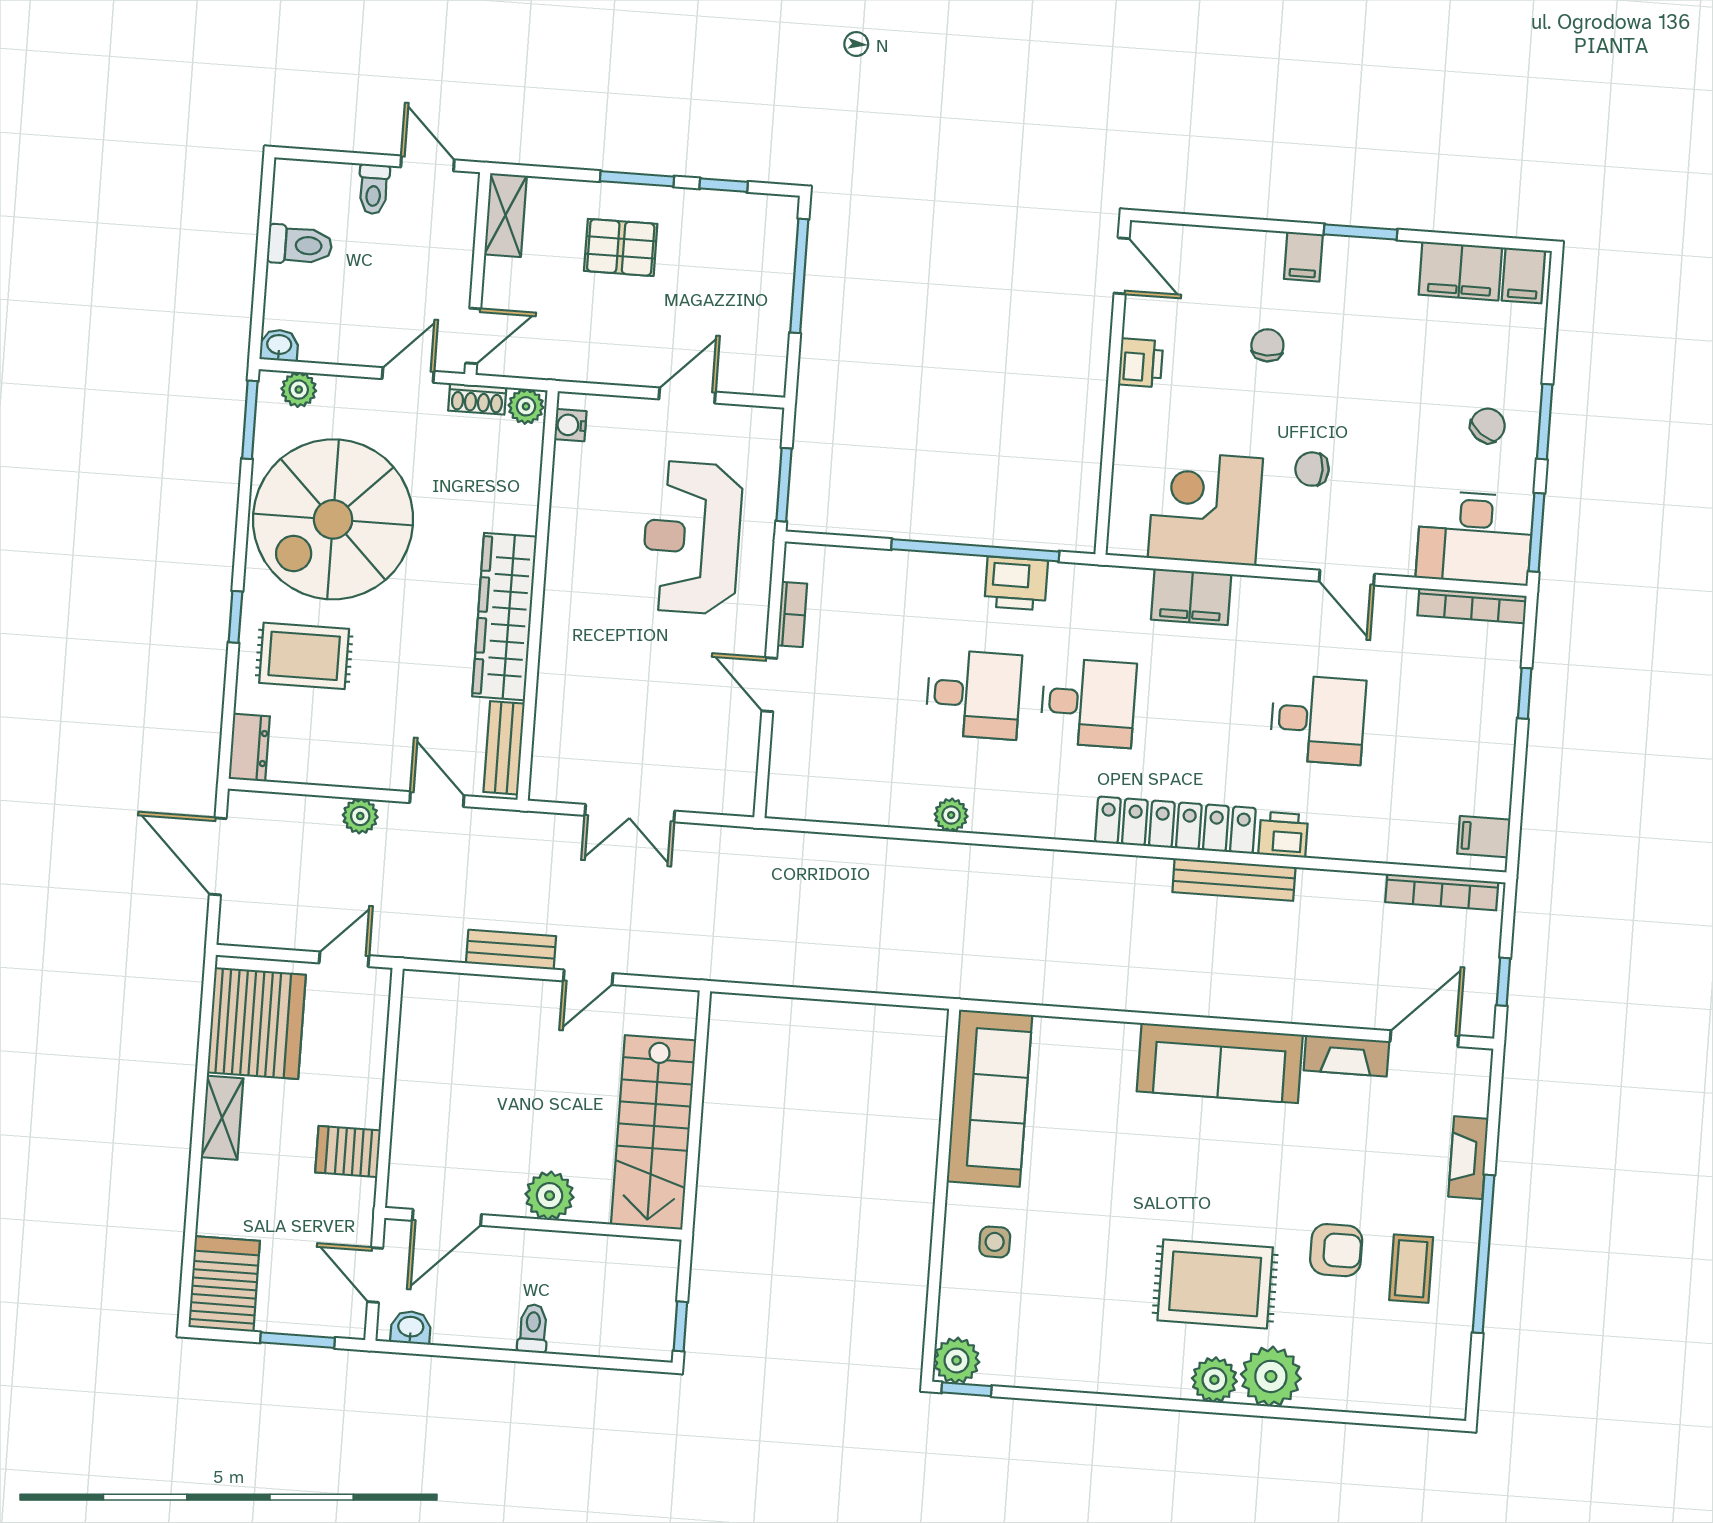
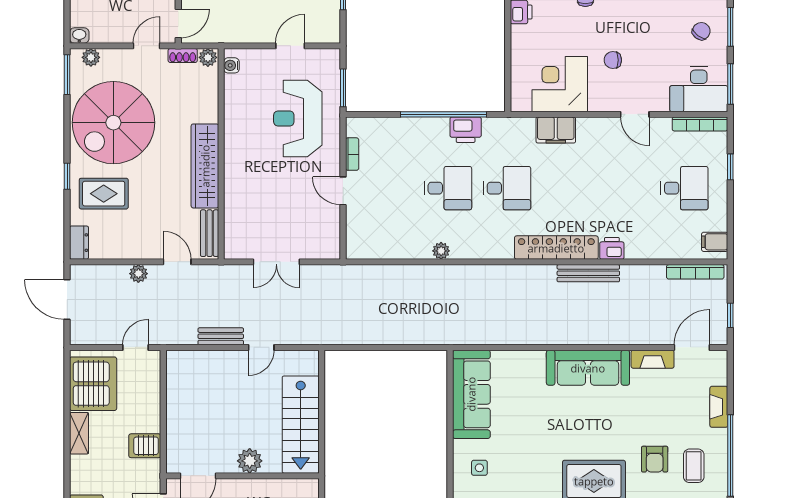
desk: (1318, 720) -> (684, 188), moved
armchair: (1336, 1250) -> (655, 459), turned 90

